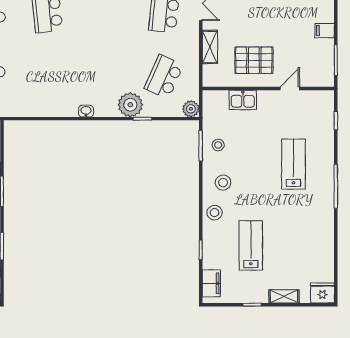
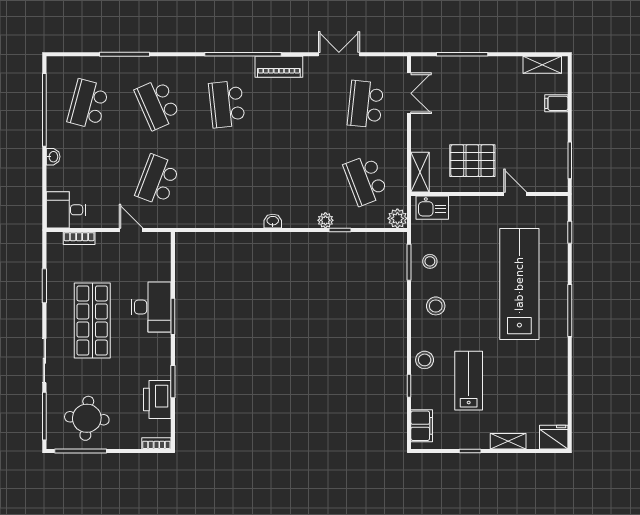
filing cabinet: (325, 31) -> (556, 103), moved
shelving: (210, 47) -> (420, 172), moved
school desk: (164, 77) -> (365, 180), turned -45
door: (290, 88) -> (515, 194), hinge flipped
kitchen sink: (243, 100) -> (432, 208), moved
plant: (130, 105) -> (325, 220), width x0.53, depth x0.53
lab bench: (293, 164) -> (519, 284), width x1.86, depth x1.39
stool: (215, 213) -> (425, 360), moved

